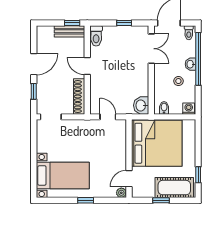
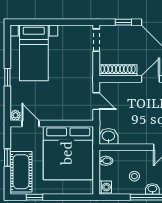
door: (108, 117) -> (96, 101), hinge flipped

